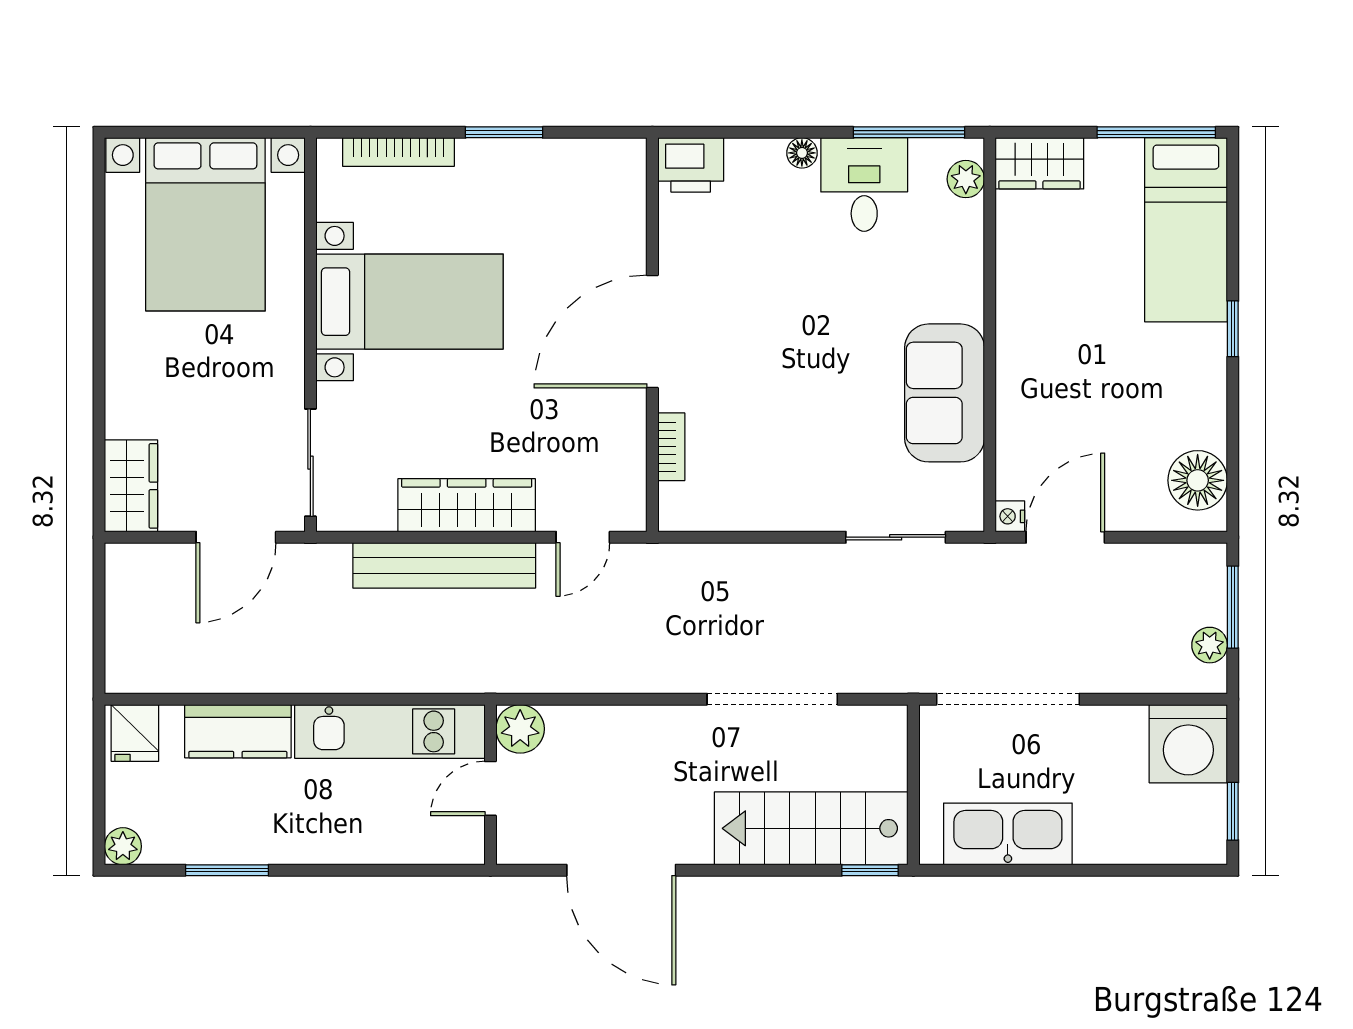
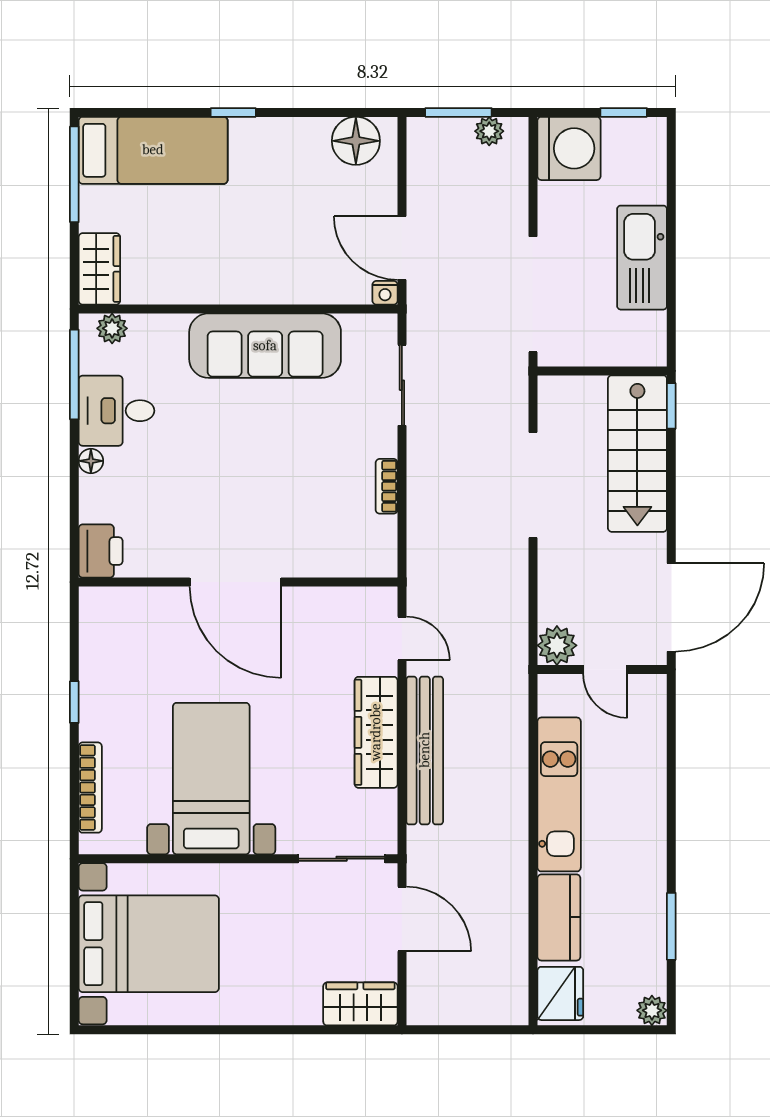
window: (504, 132) -> (74, 702), width x0.67
sofa: (945, 393) -> (265, 346), width x1.36
bookcase: (671, 447) -> (387, 486), moved, turned -90
plant: (520, 729) -> (557, 645), moved
fridge: (135, 733) -> (560, 993), width x1.38
wall: (490, 785) -> (602, 669), moved
door: (490, 788) -> (605, 669), moved
kitchen sink: (1008, 834) -> (642, 258), moved

